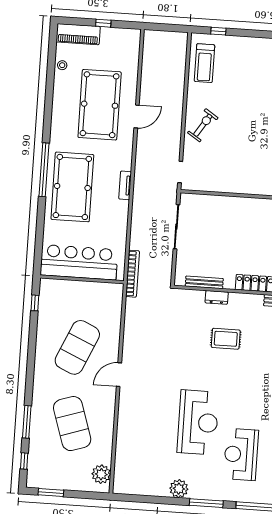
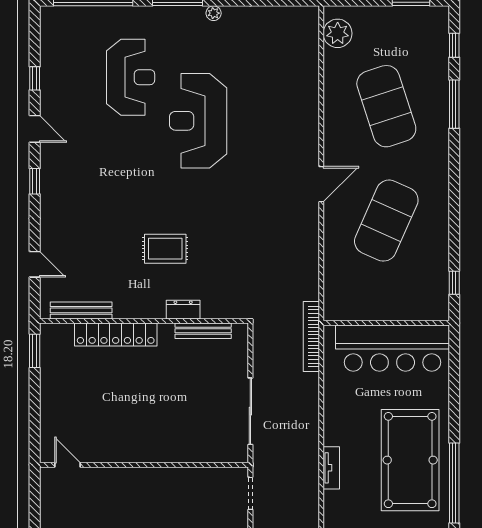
plant: (179, 489) -> (214, 13), width x0.53, depth x0.53

